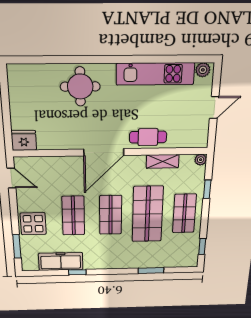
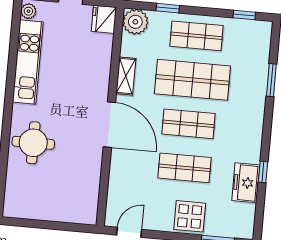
cafe table: (148, 137) -> (97, 74), removed
fridge: (24, 140) -> (104, 19), moved
plant: (201, 160) -> (135, 22), width x1.88, depth x1.88
shelving: (163, 161) -> (126, 76), moved
freezer: (61, 262) -> (246, 183), width x0.71

